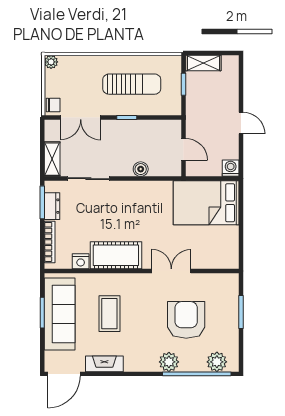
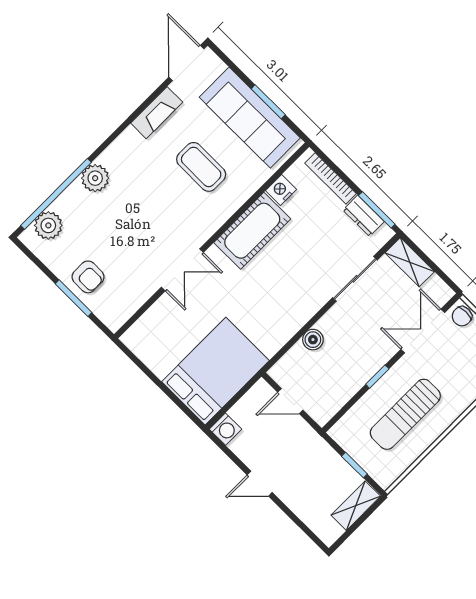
armchair: (186, 320) -> (88, 277), moved, width x0.53, depth x0.53

